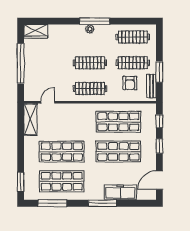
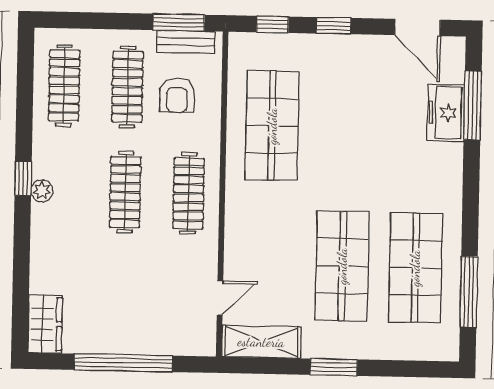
window: (95, 21) -> (23, 179), width x0.46
window: (159, 72) -> (179, 22), moved
armchair: (130, 83) -> (177, 95), turned 90
door: (48, 102) -> (220, 298), swing flipped
shop shelf: (118, 152) -> (345, 127), removed
window: (21, 182) -> (334, 367), moved
freezer: (120, 192) -> (446, 113), width x0.71
window: (102, 203) -> (473, 105), moved

